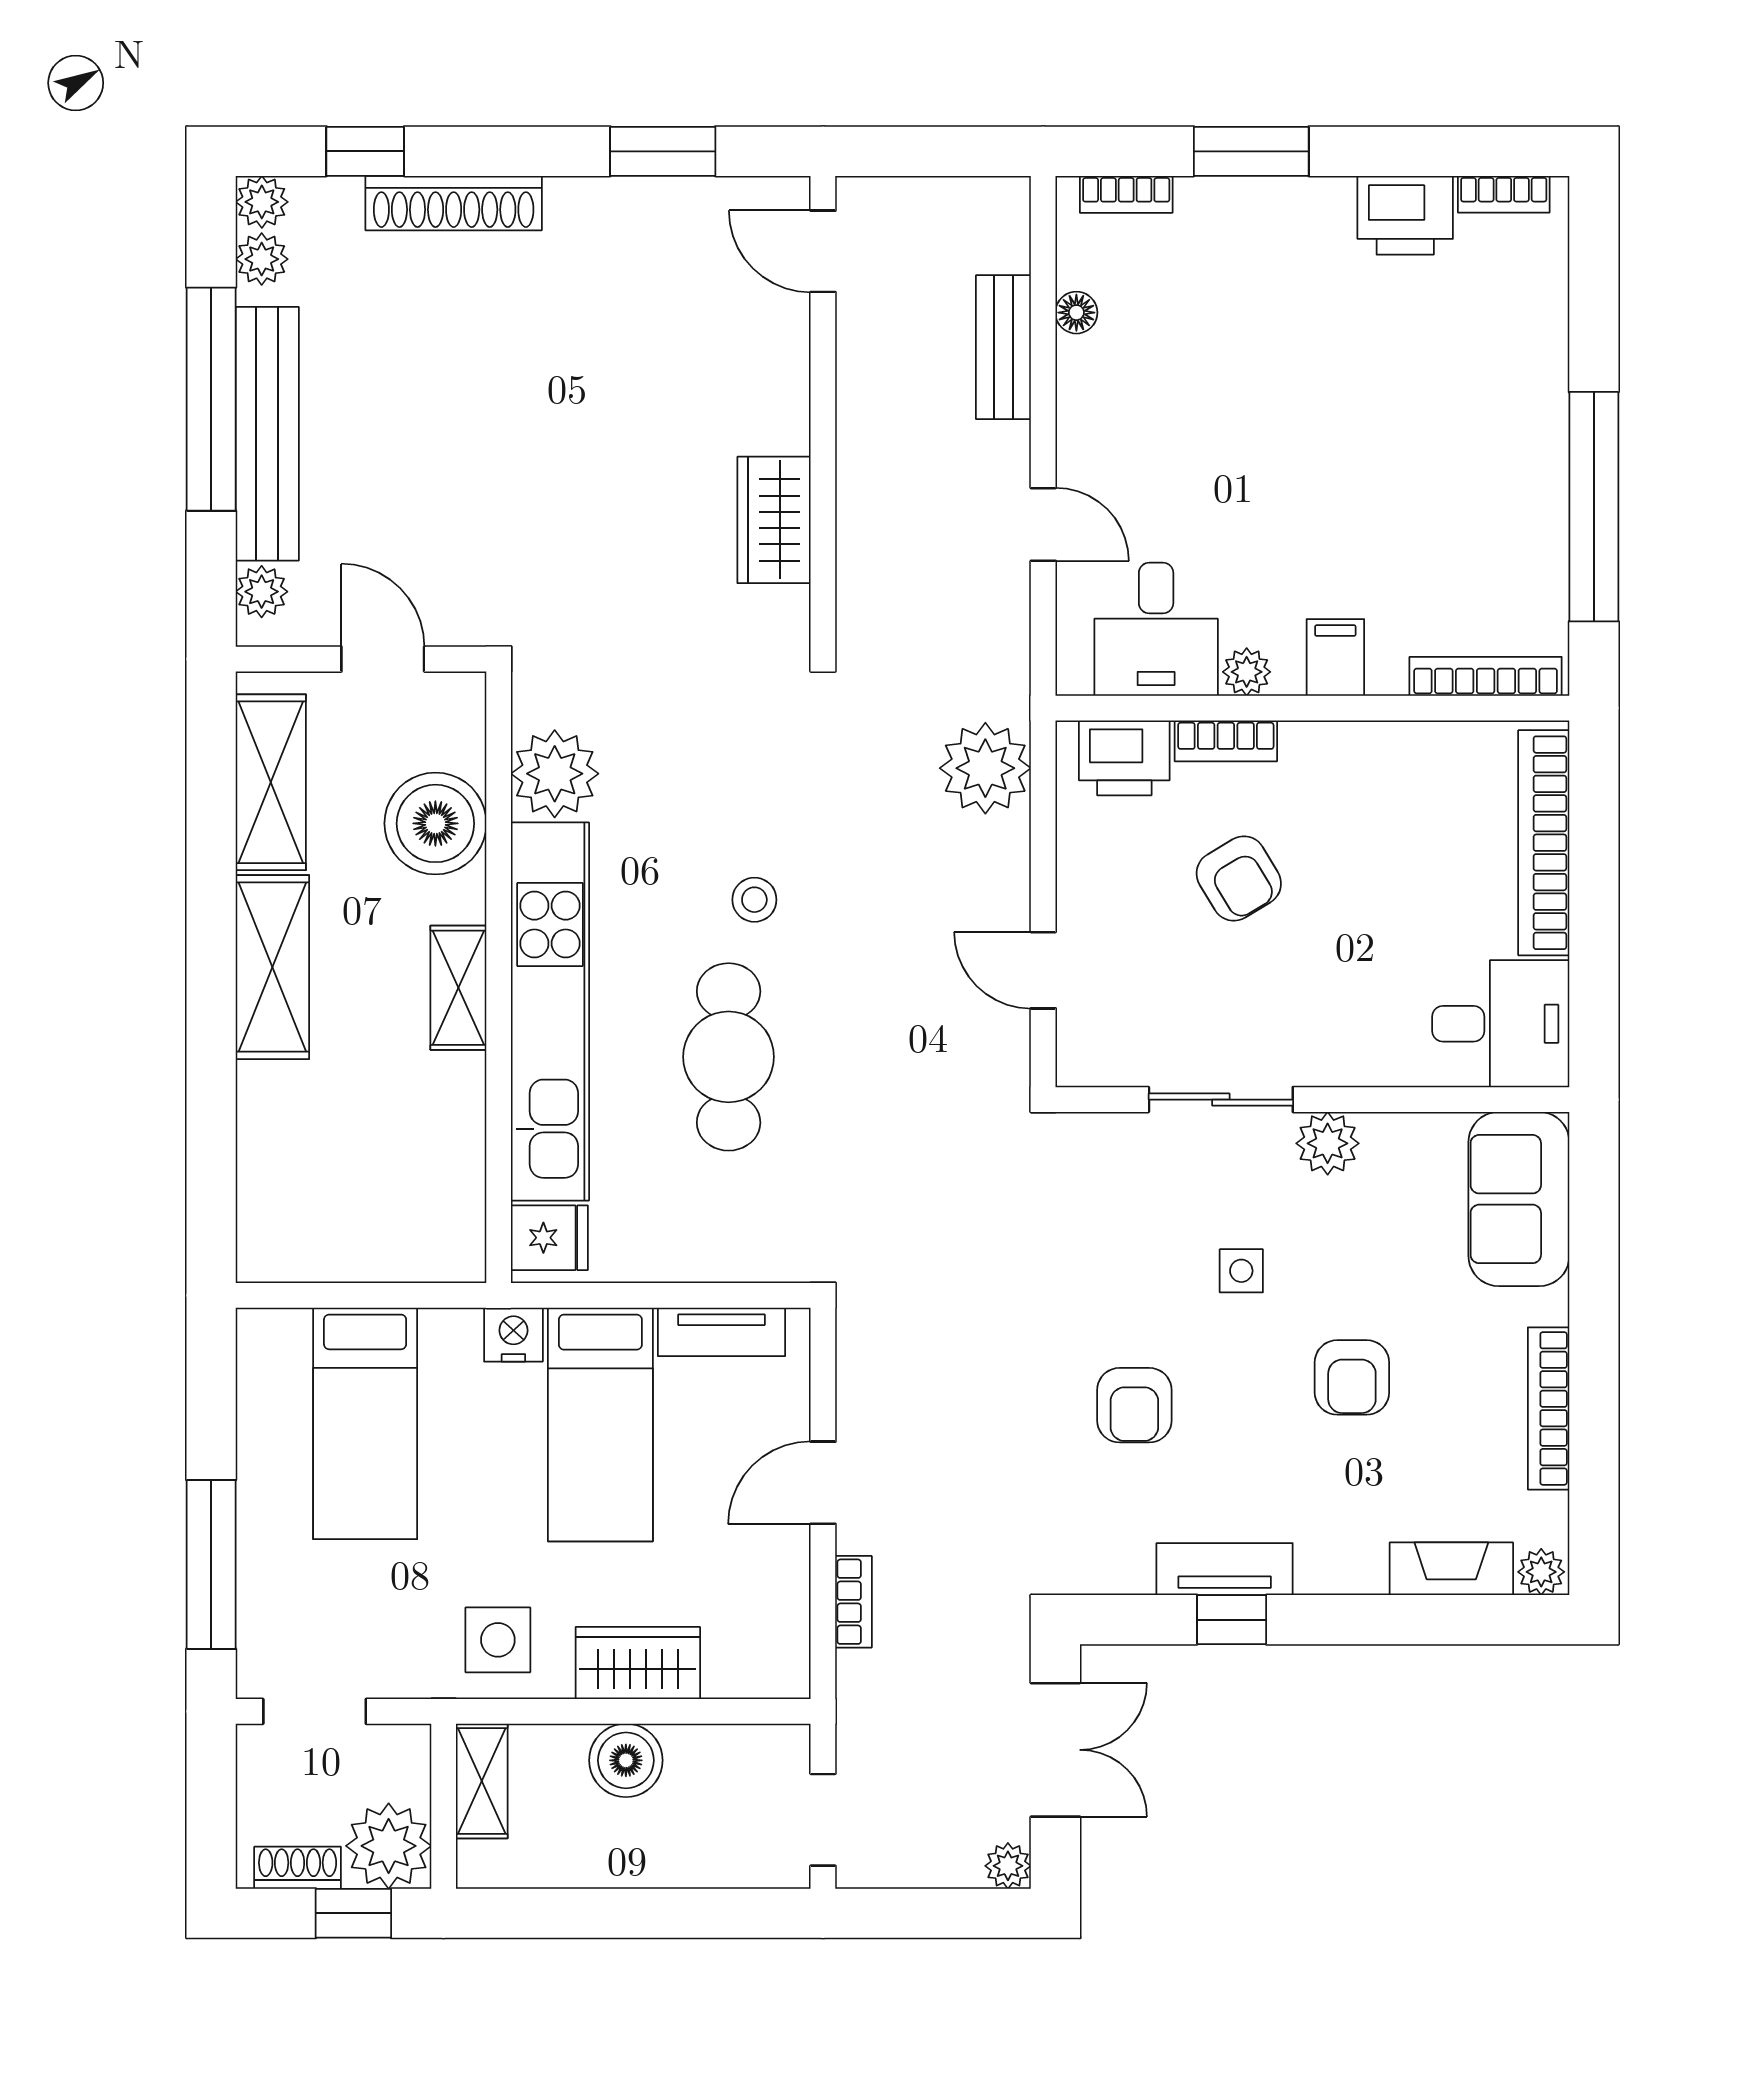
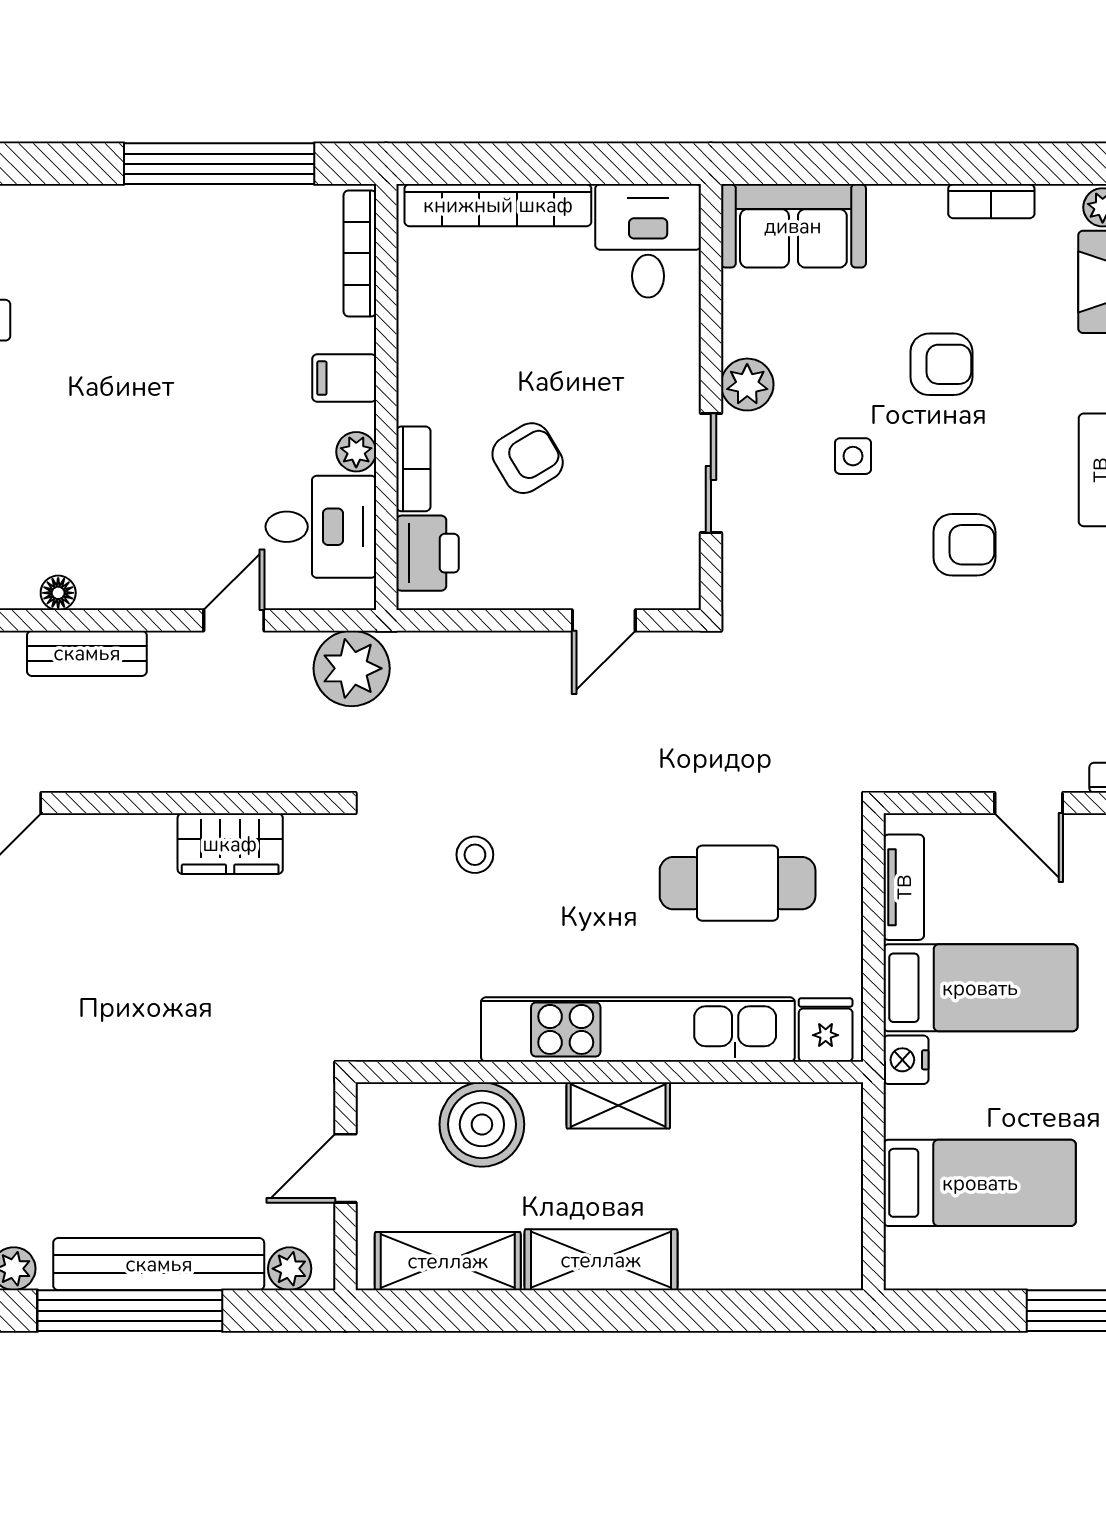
plant: (985, 768) -> (352, 668), moved
plant: (555, 774) -> (441, 1026), removed
stool: (754, 900) -> (475, 855), moved
cafe table: (729, 1057) -> (738, 883), moved
bookcase: (1549, 1408) -> (991, 201), width x0.64

